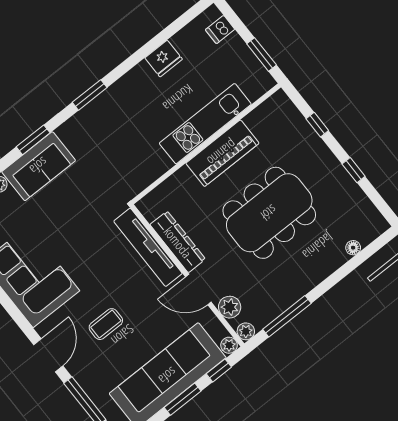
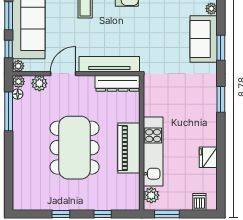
plant: (255, 88) -> (151, 195), added
dresser: (178, 242) -> (118, 83), moved
floor lamp: (353, 248) -> (18, 94), moved

